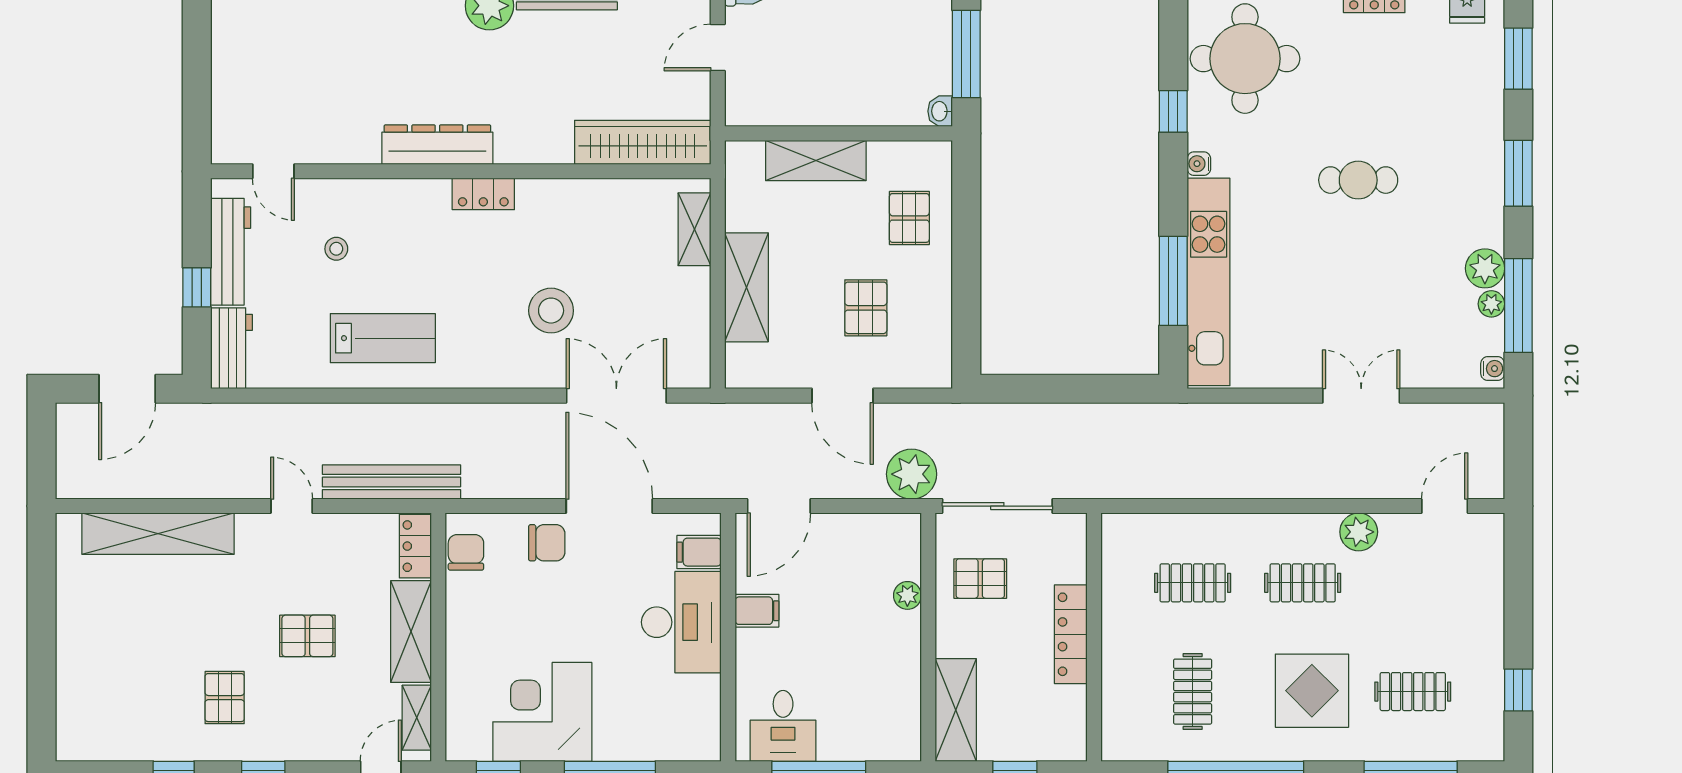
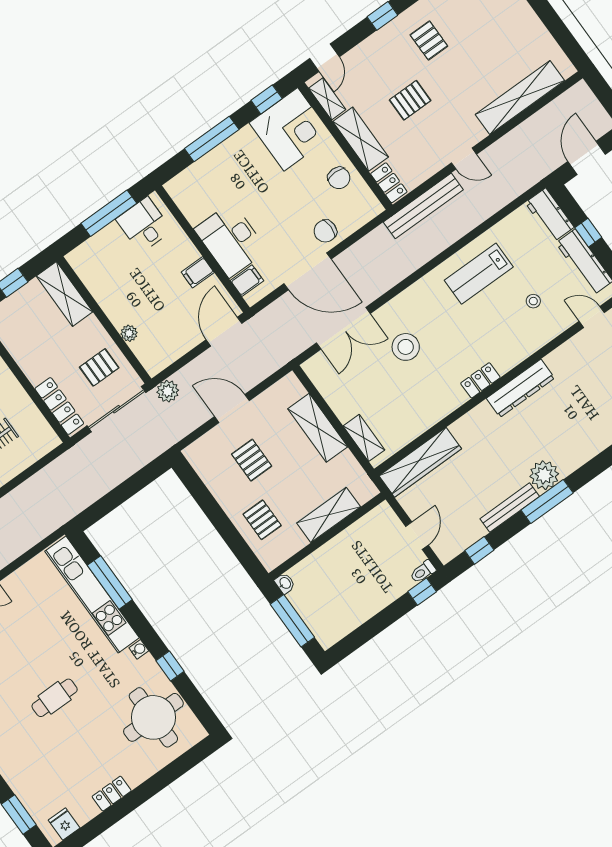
plant: (912, 474) -> (168, 391), width x0.73, depth x0.73
chair: (466, 552) -> (339, 178), moved
locker: (1071, 634) -> (59, 406), moved
corner desk: (542, 712) -> (291, 129), moved

